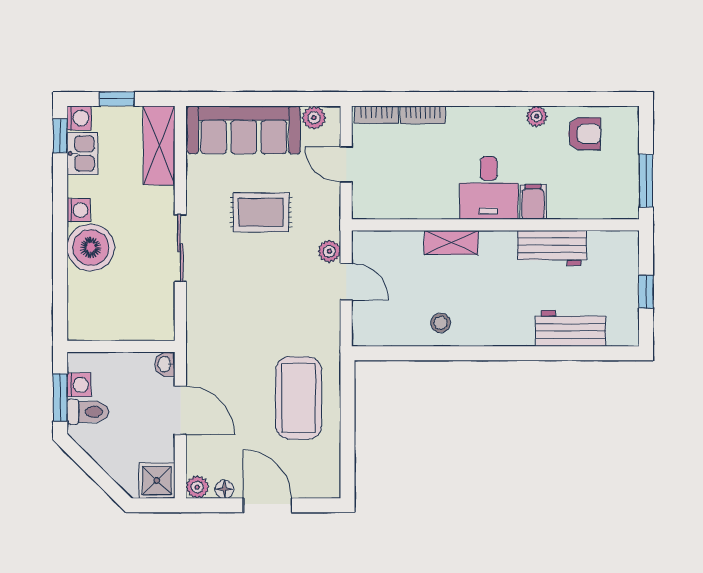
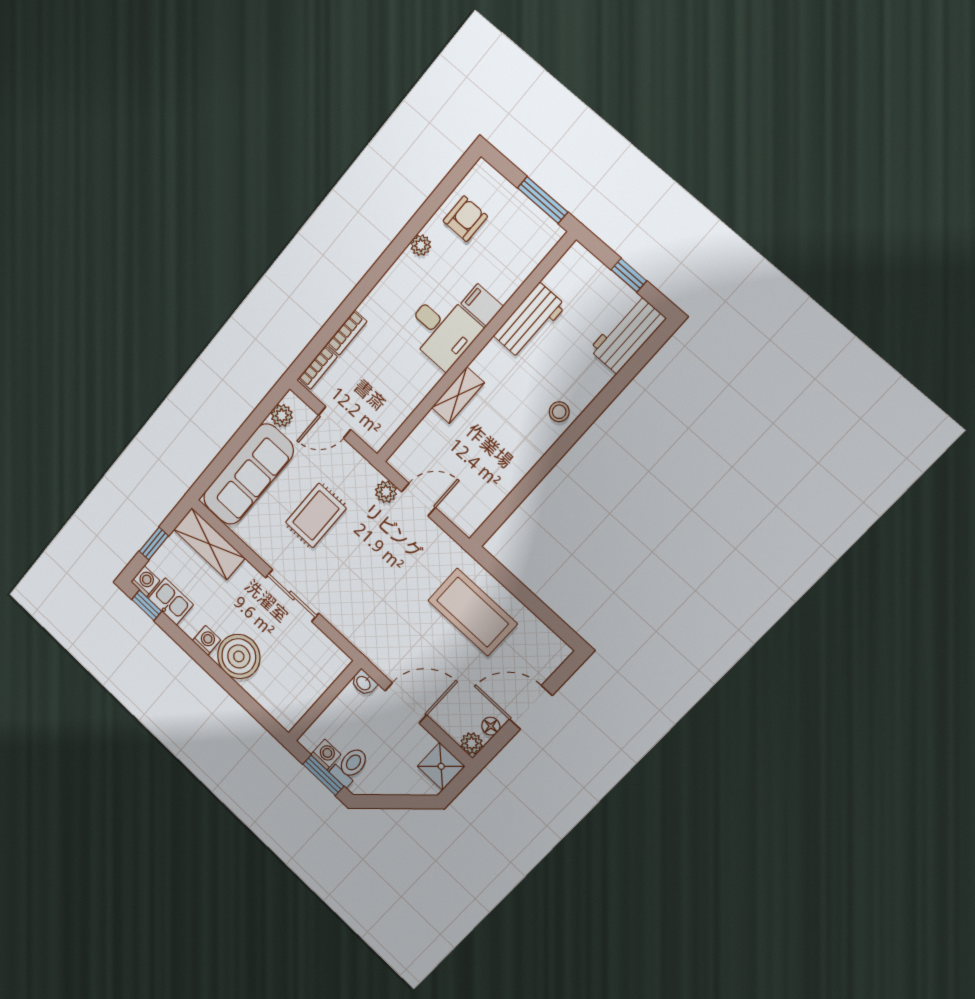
stool: (441, 323) -> (559, 412), moved
workbench: (571, 328) -> (627, 334), moved

